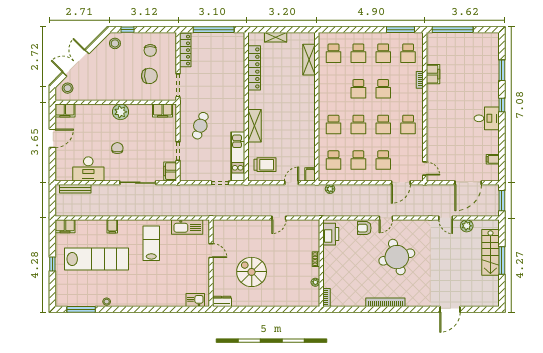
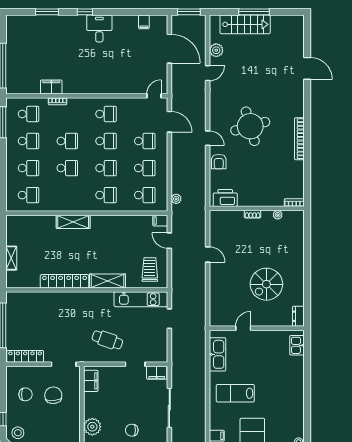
shelving: (309, 60) -> (73, 222), moved
locker: (254, 68) -> (65, 281), moved

